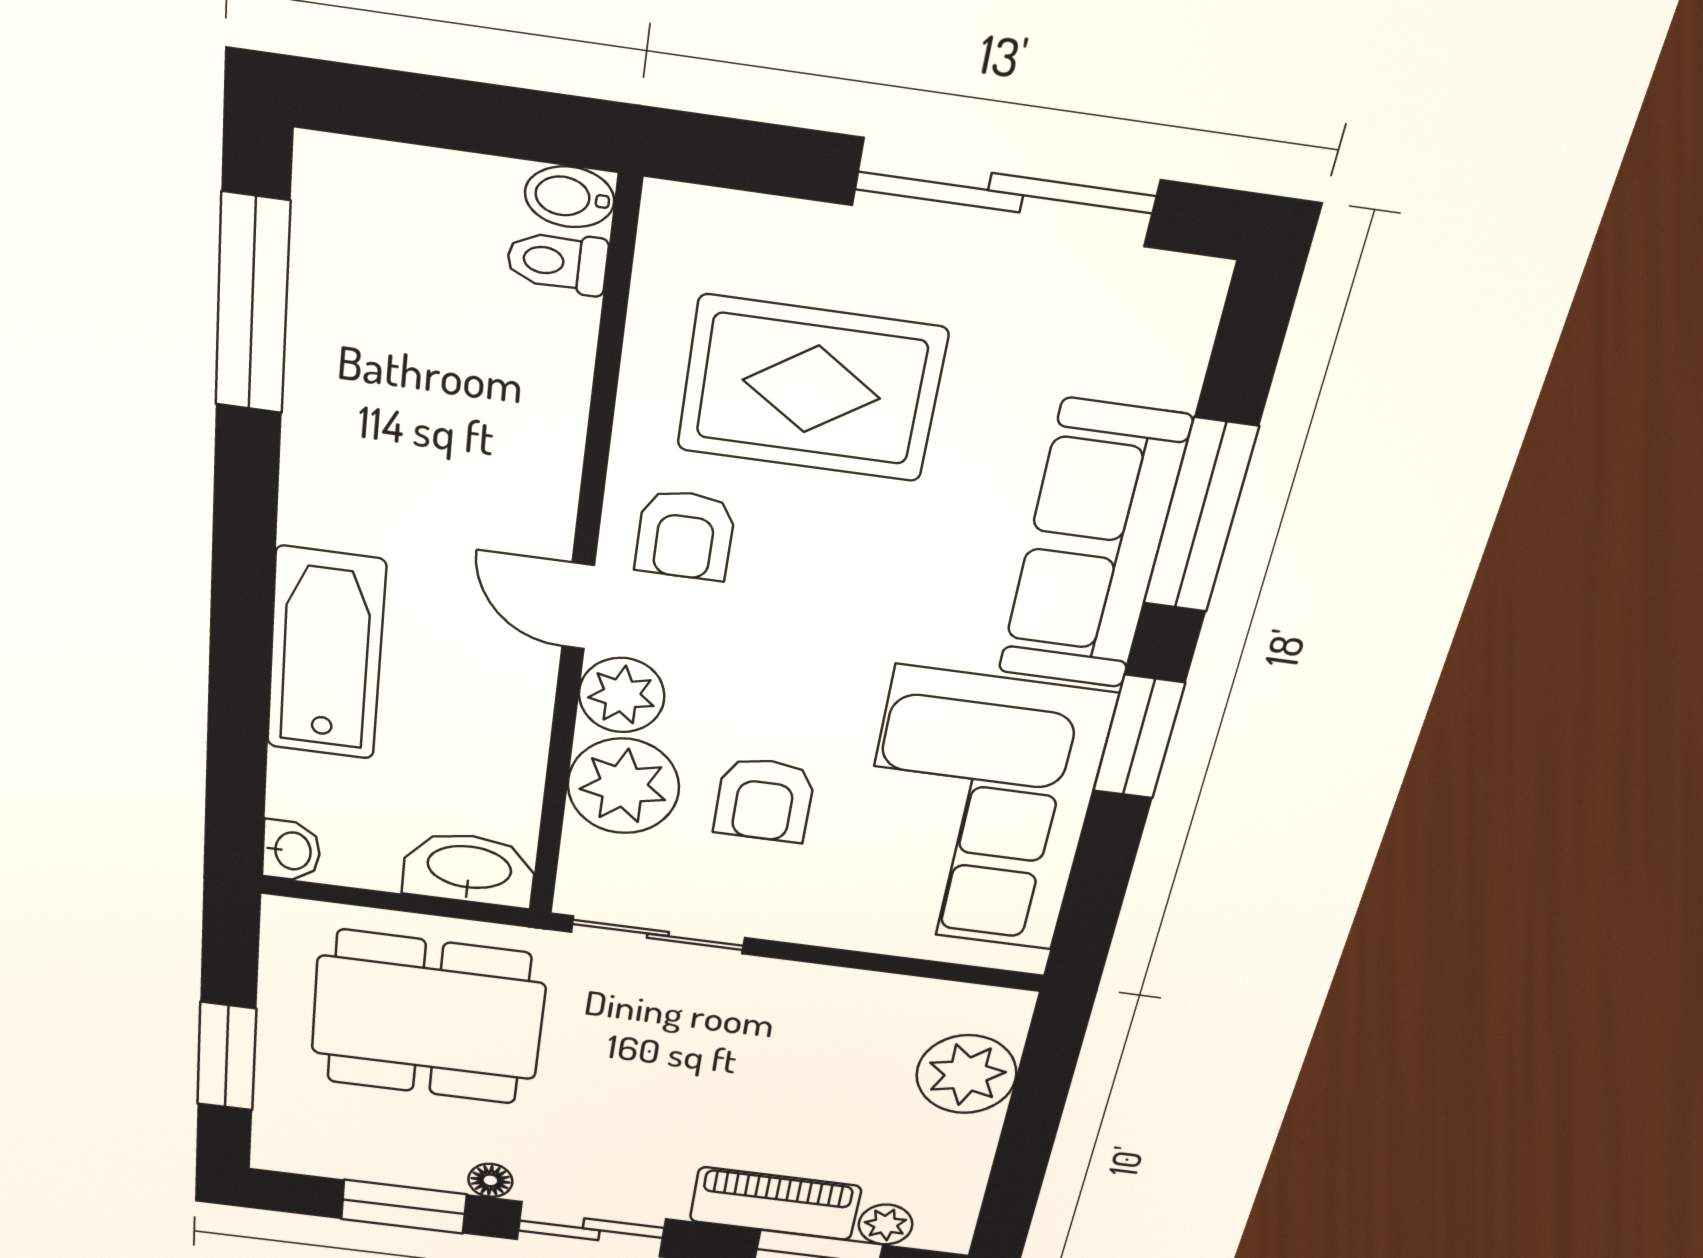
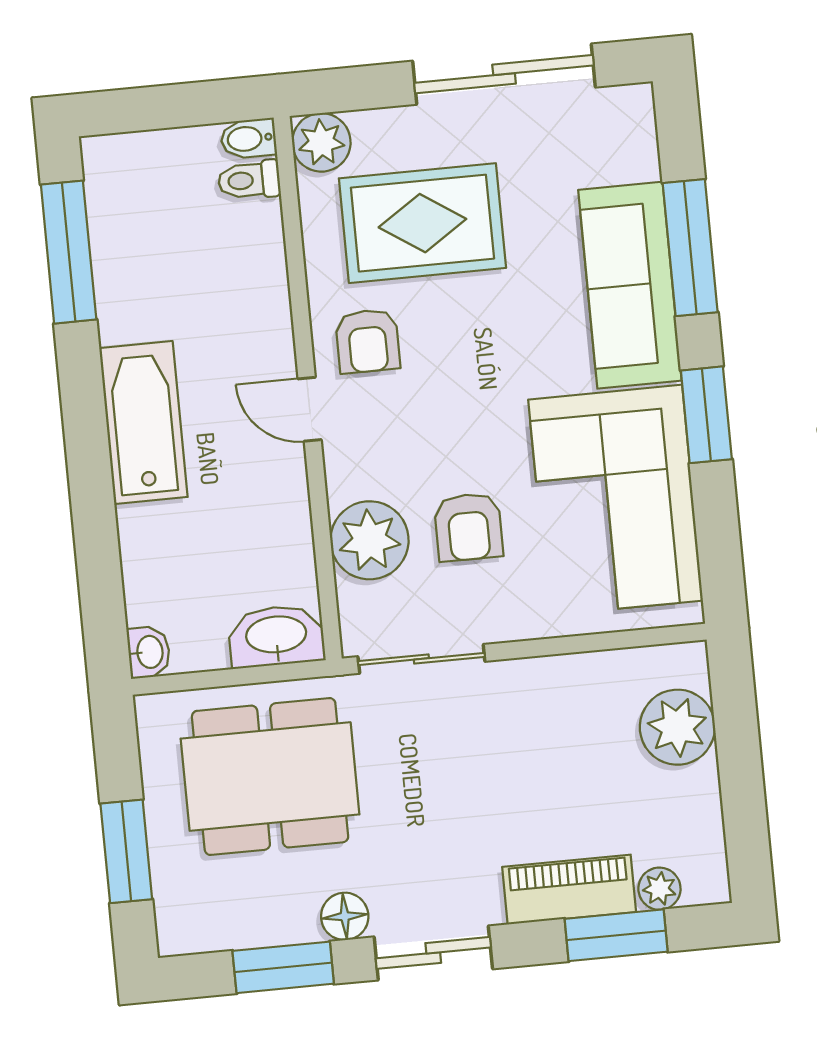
bathtub: (326, 654) -> (143, 422), moved
plant: (622, 695) -> (321, 142), moved
floor lamp: (490, 1180) -> (345, 916), width x1.37, depth x1.37

